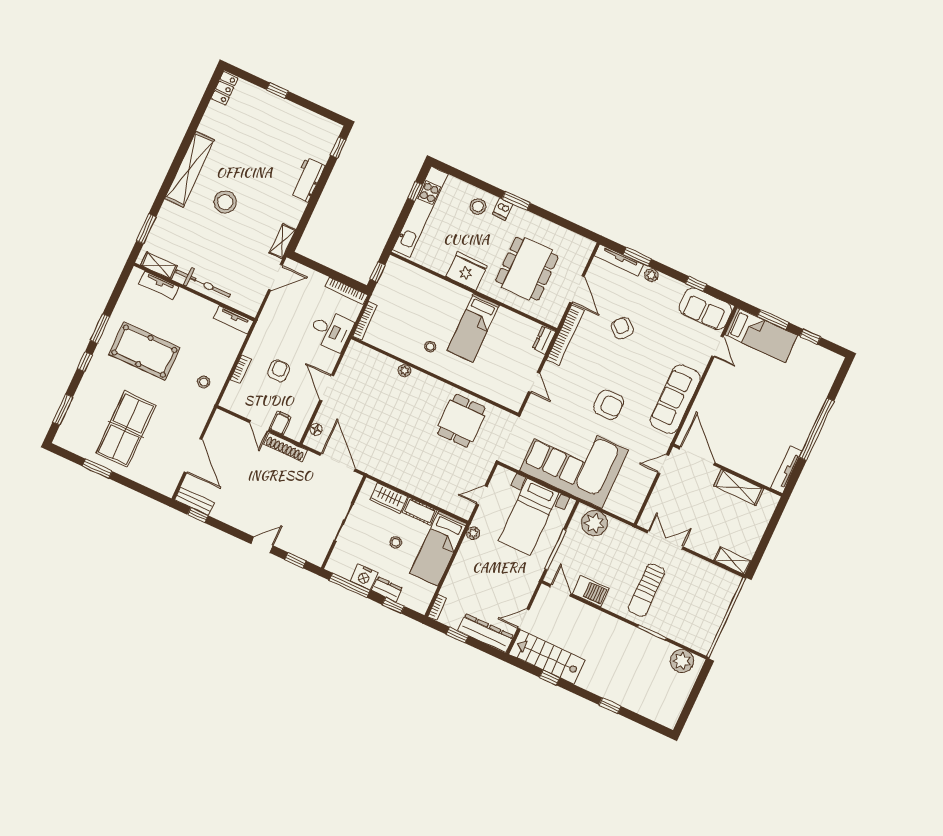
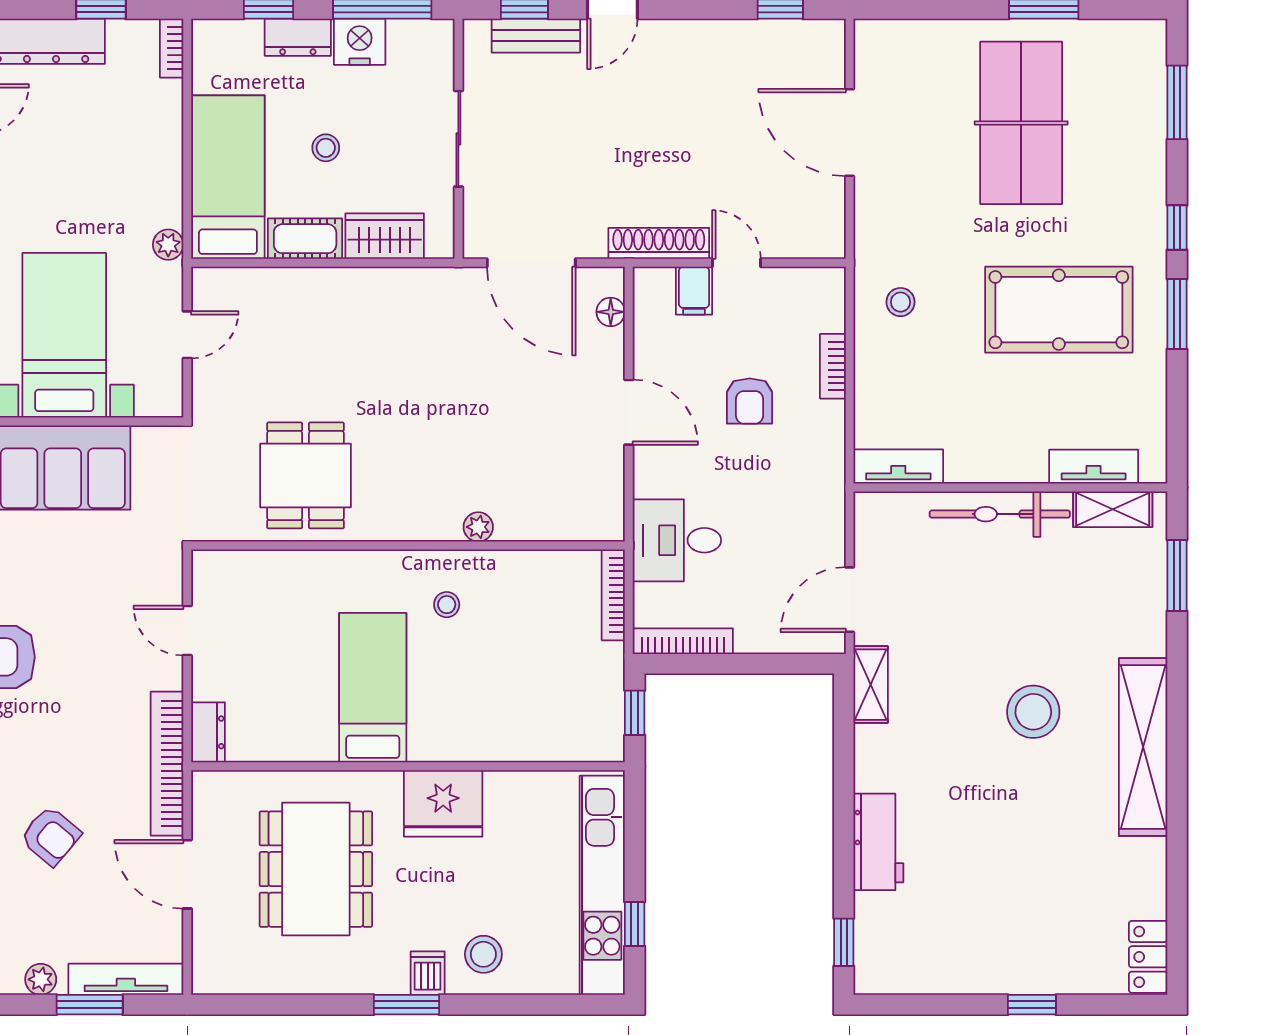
bench: (194, 501) -> (536, 36), moved

